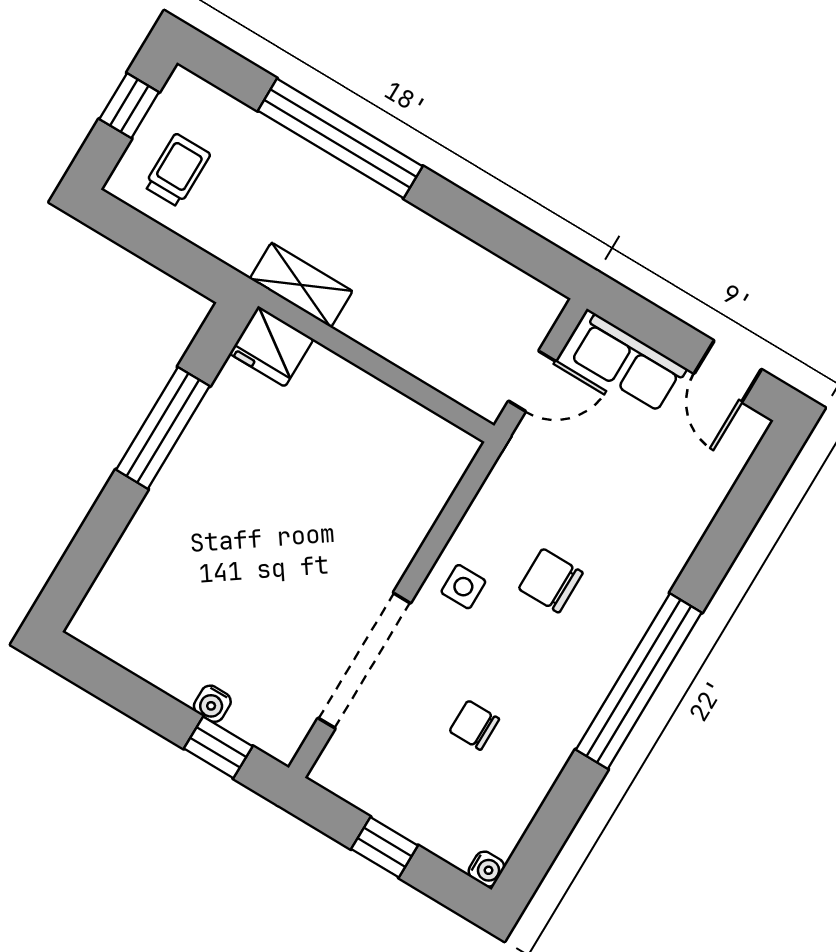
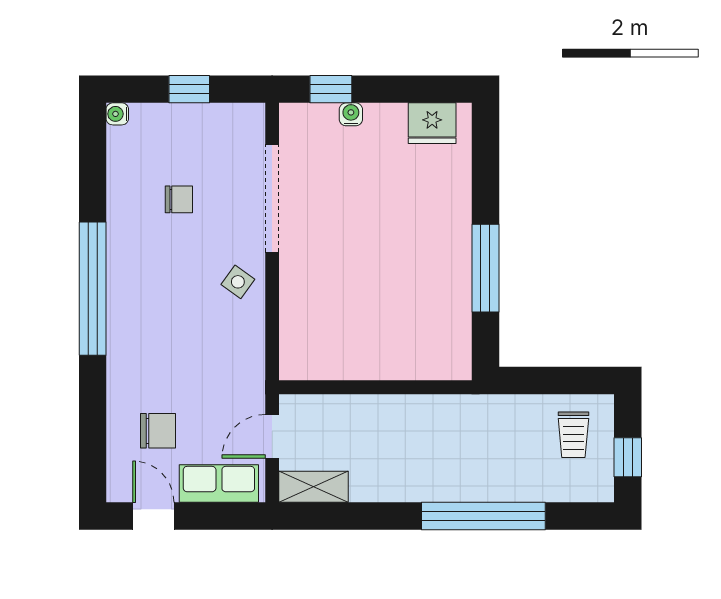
shelving: (301, 285) -> (314, 487), moved
fridge: (271, 346) -> (432, 123), moved, turned 180
chair: (551, 581) -> (158, 431), moved
side table: (463, 587) -> (238, 282), turned 36

